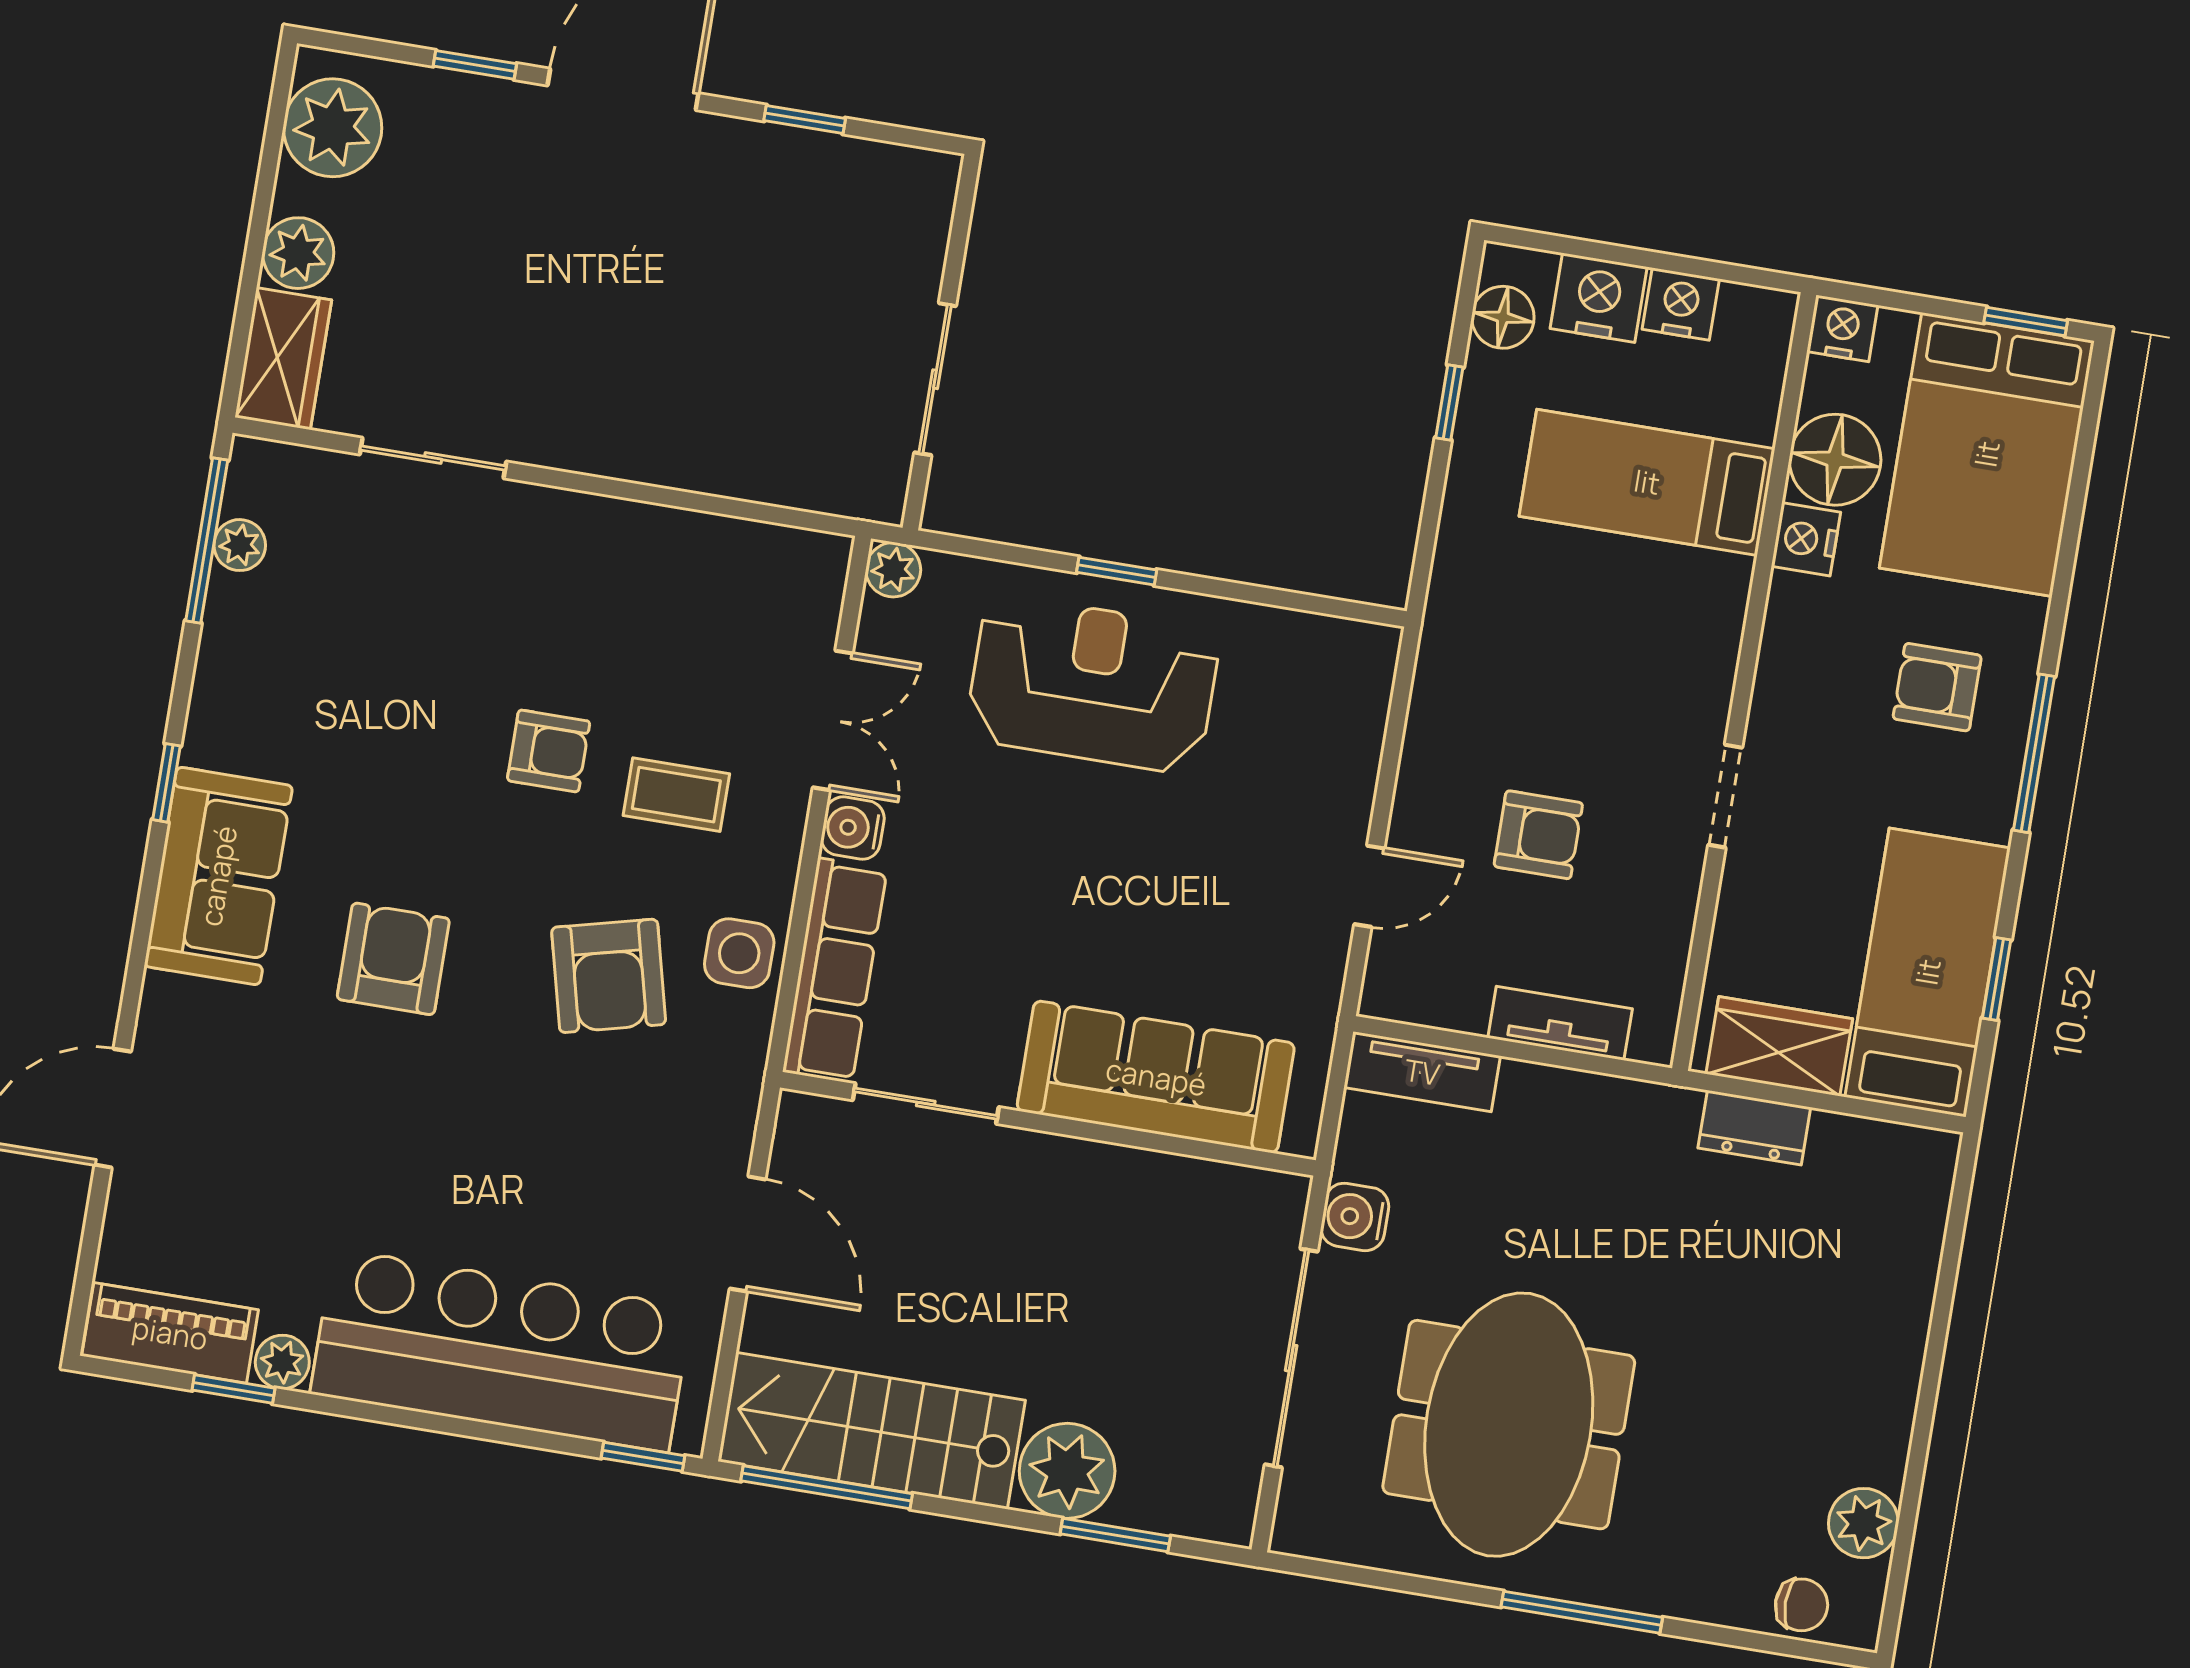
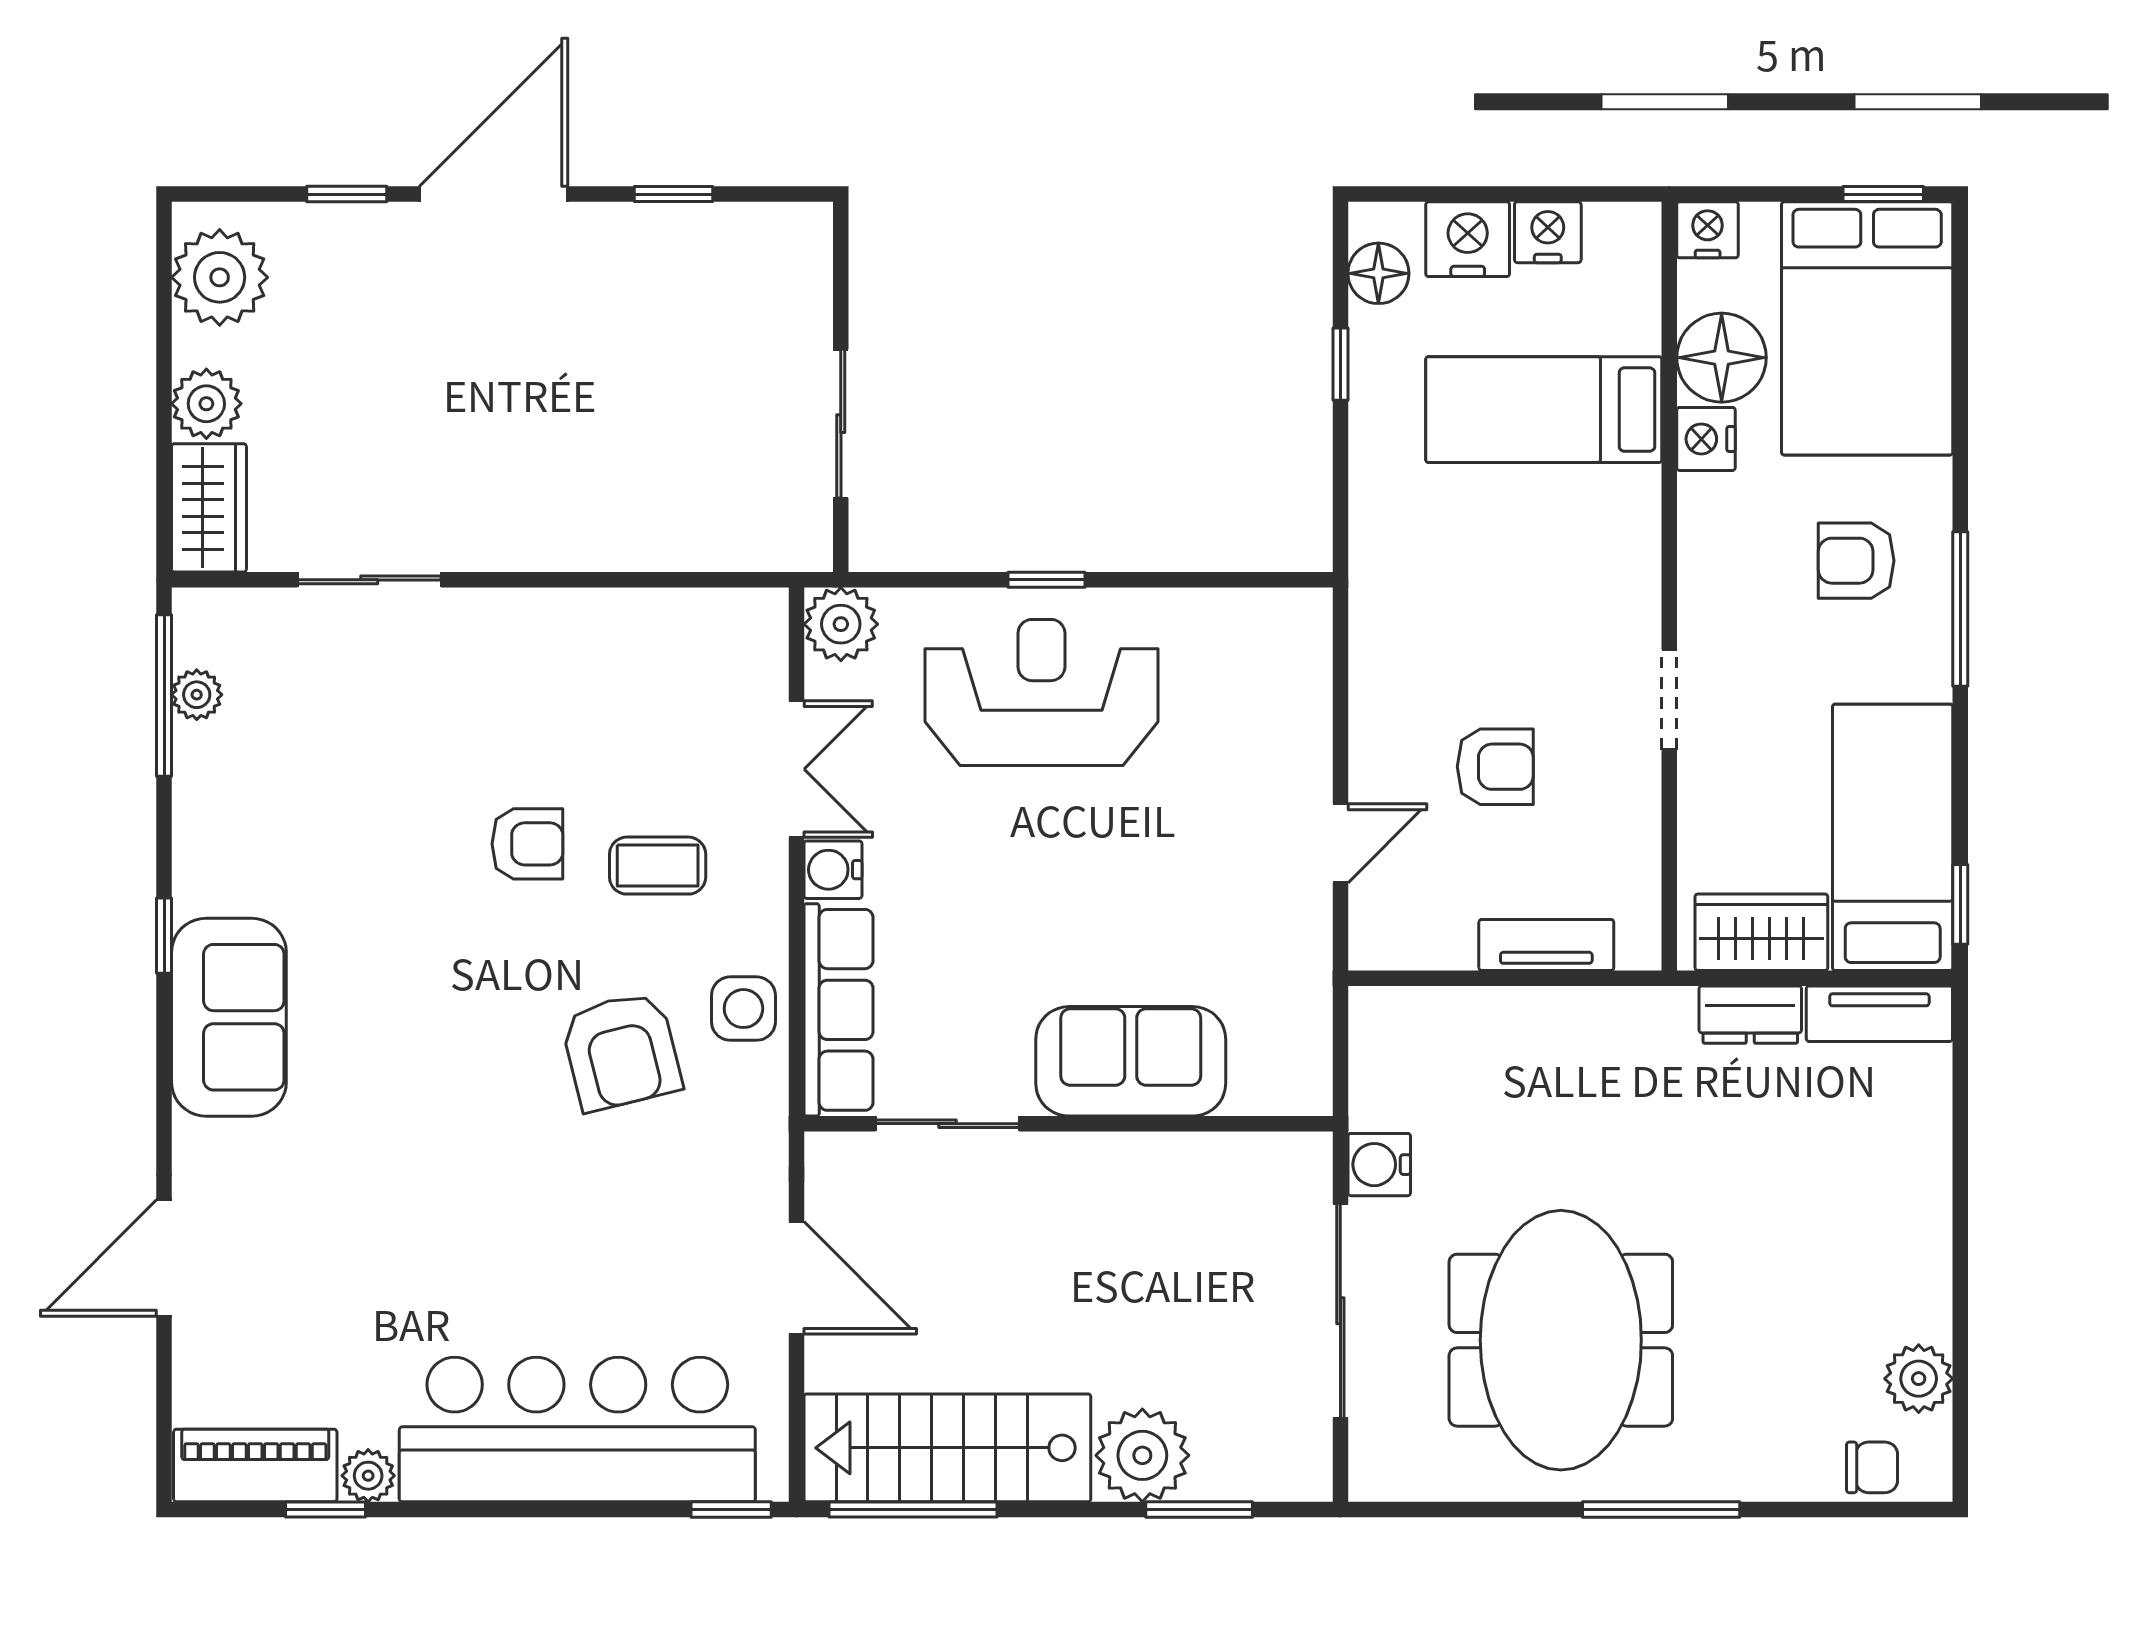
plant: (893, 570) -> (841, 624), width x1.38, depth x1.38
armchair: (393, 959) -> (411, 1069), removed
window: (1997, 979) -> (1960, 904), moved
tv unit: (1422, 1072) -> (1879, 1014), moved
sofa: (1156, 1077) -> (1131, 1061), width x0.73

